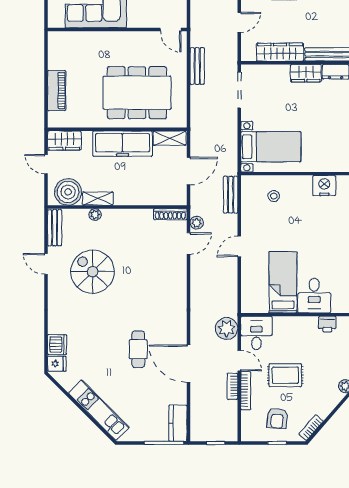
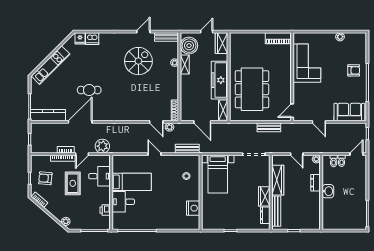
piano: (57, 91) -> (278, 38), moved
desk: (256, 333) -> (99, 176), moved
kitchen counter: (178, 423) -> (48, 115), width x1.50

